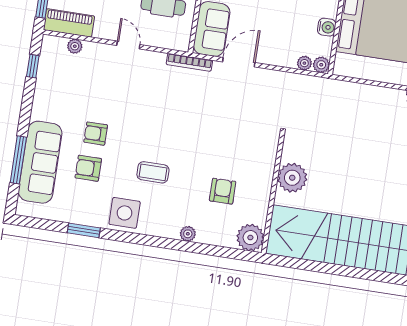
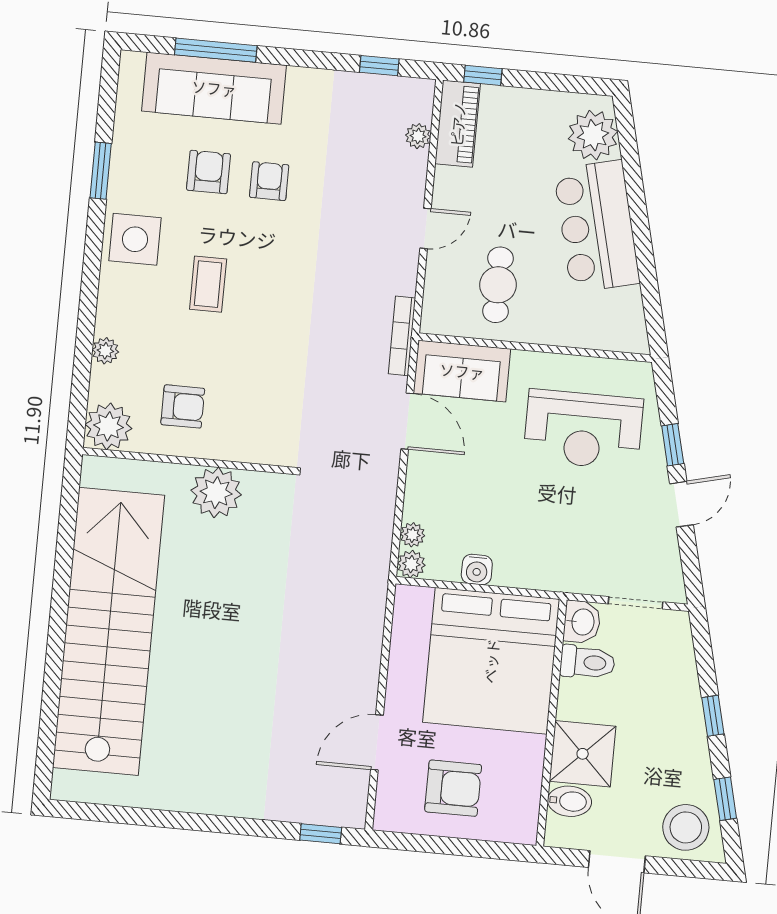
plant: (292, 178) -> (216, 493), moved
wall: (273, 193) -> (188, 461), moved
plant: (250, 238) -> (108, 426), moved

